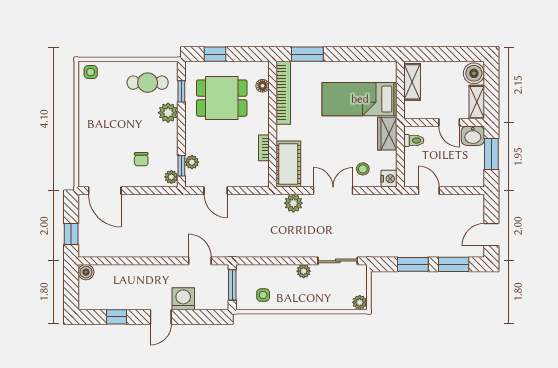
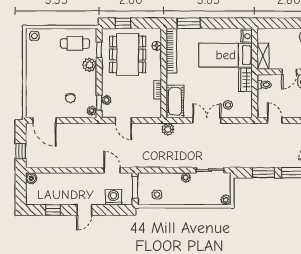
shelving: (412, 82) -> (263, 56), moved
dining table: (222, 98) -> (128, 54), width x1.37
door: (449, 122) -> (289, 72), hinge flipped
nightstand: (389, 179) -> (247, 36), moved
plant: (293, 203) -> (168, 129), moved
washing machine: (183, 299) -> (114, 197), moved

